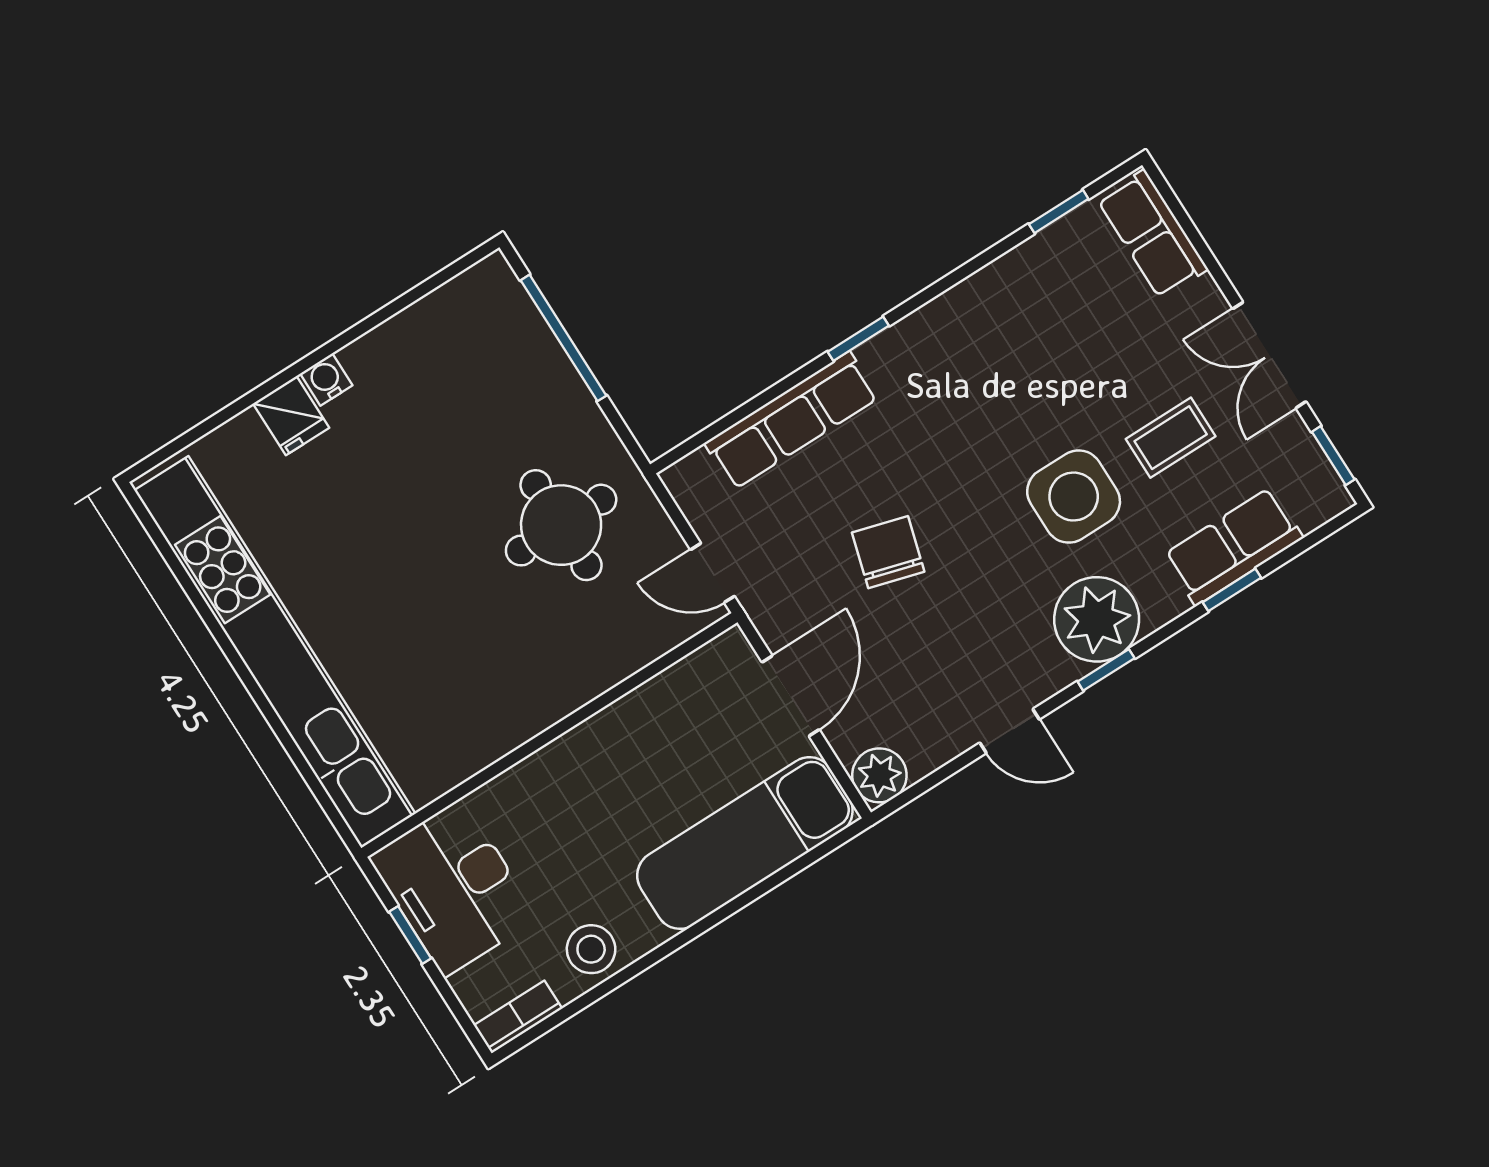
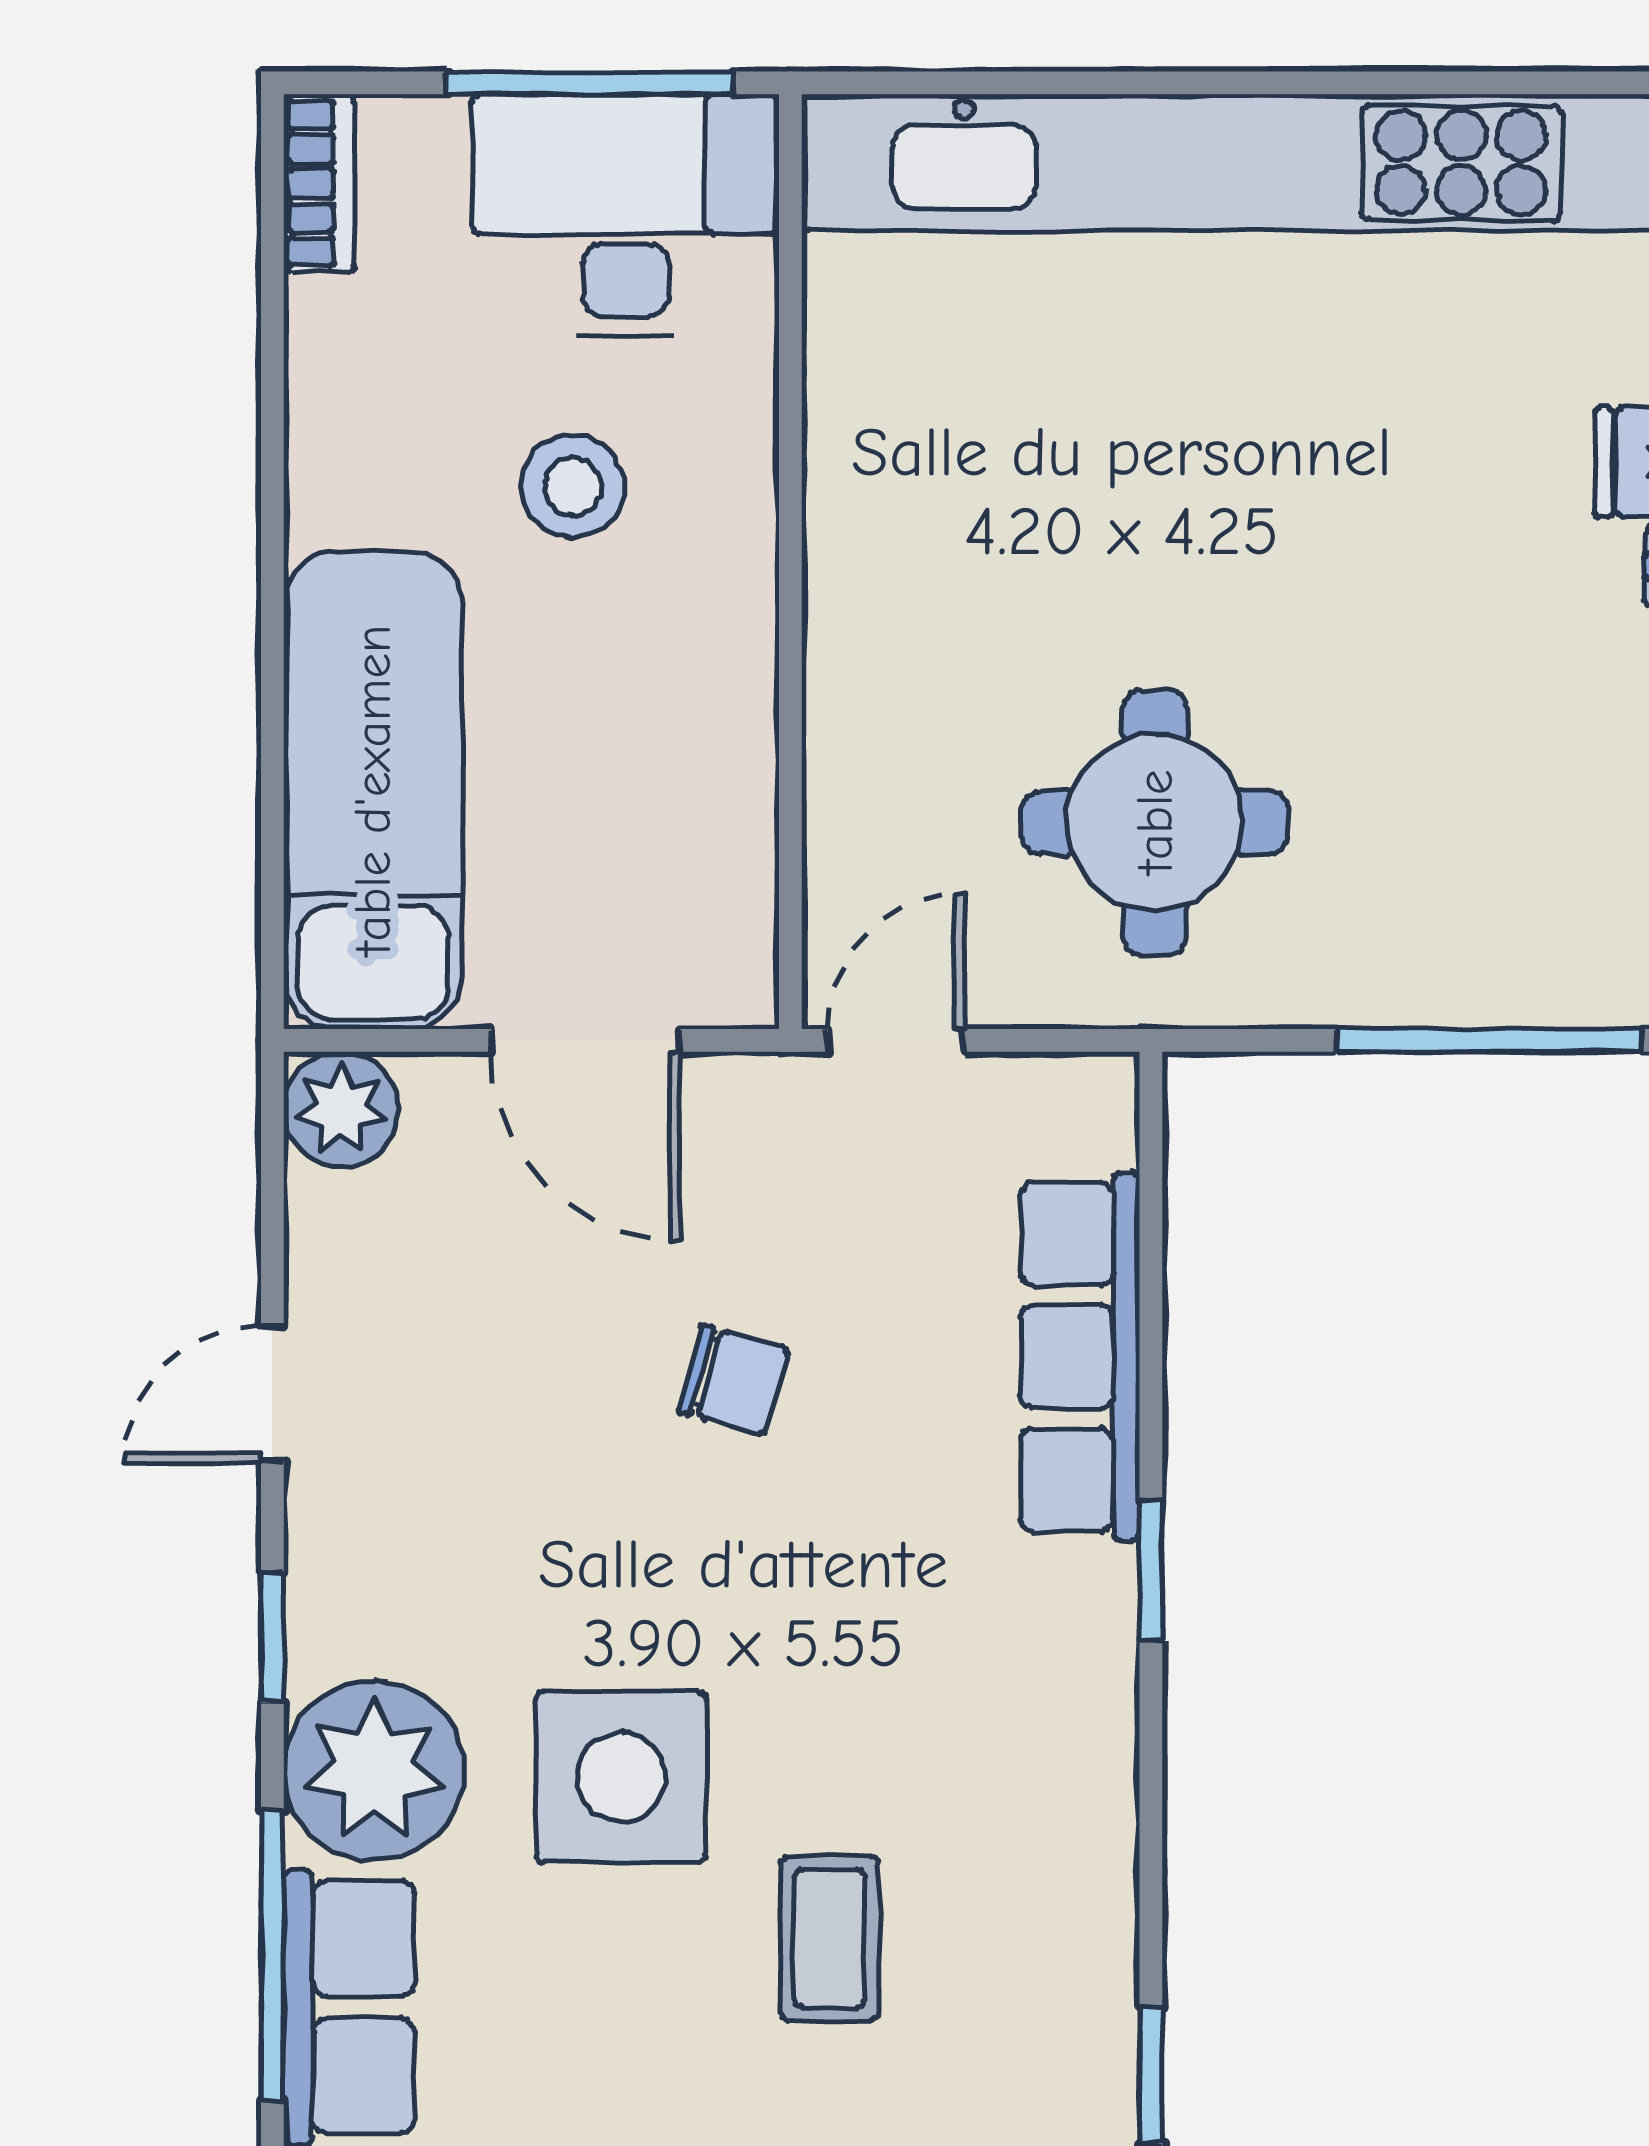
coffee table: (1171, 438) -> (830, 1939), moved
chair: (888, 552) -> (733, 1380), width x0.73, depth x0.73
window: (1232, 590) -> (272, 1955), width x2.17
plant: (1097, 619) -> (374, 1771), moved
window: (410, 935) -> (590, 83), width x2.17
stool: (591, 949) -> (573, 487), moved

